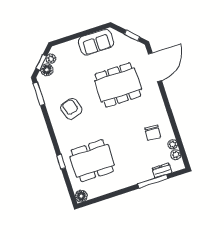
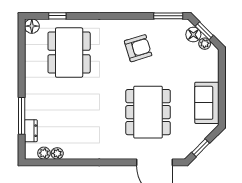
chair: (153, 133) -> (79, 134), removed
window: (61, 162) -> (57, 16), moved

